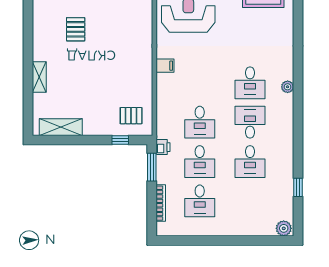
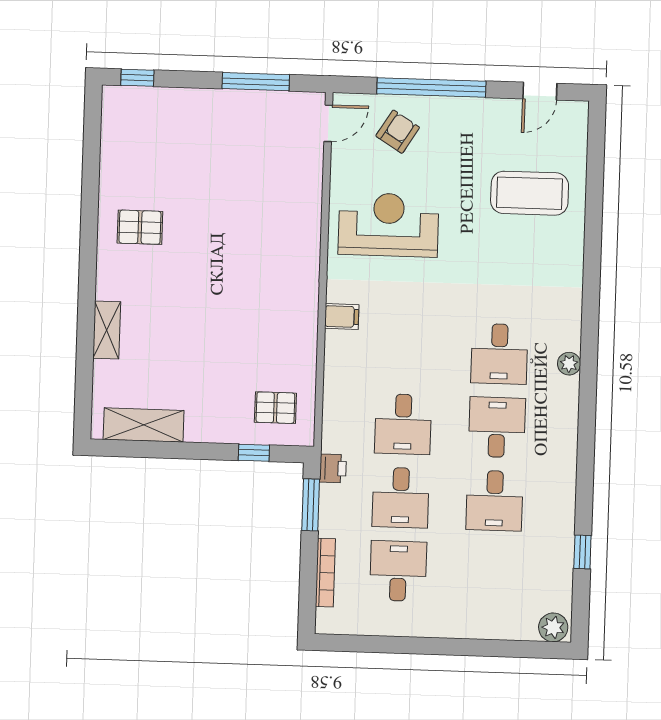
pallet: (76, 29) -> (140, 227), moved, turned 90
desk: (200, 201) -> (398, 571), turned 180

